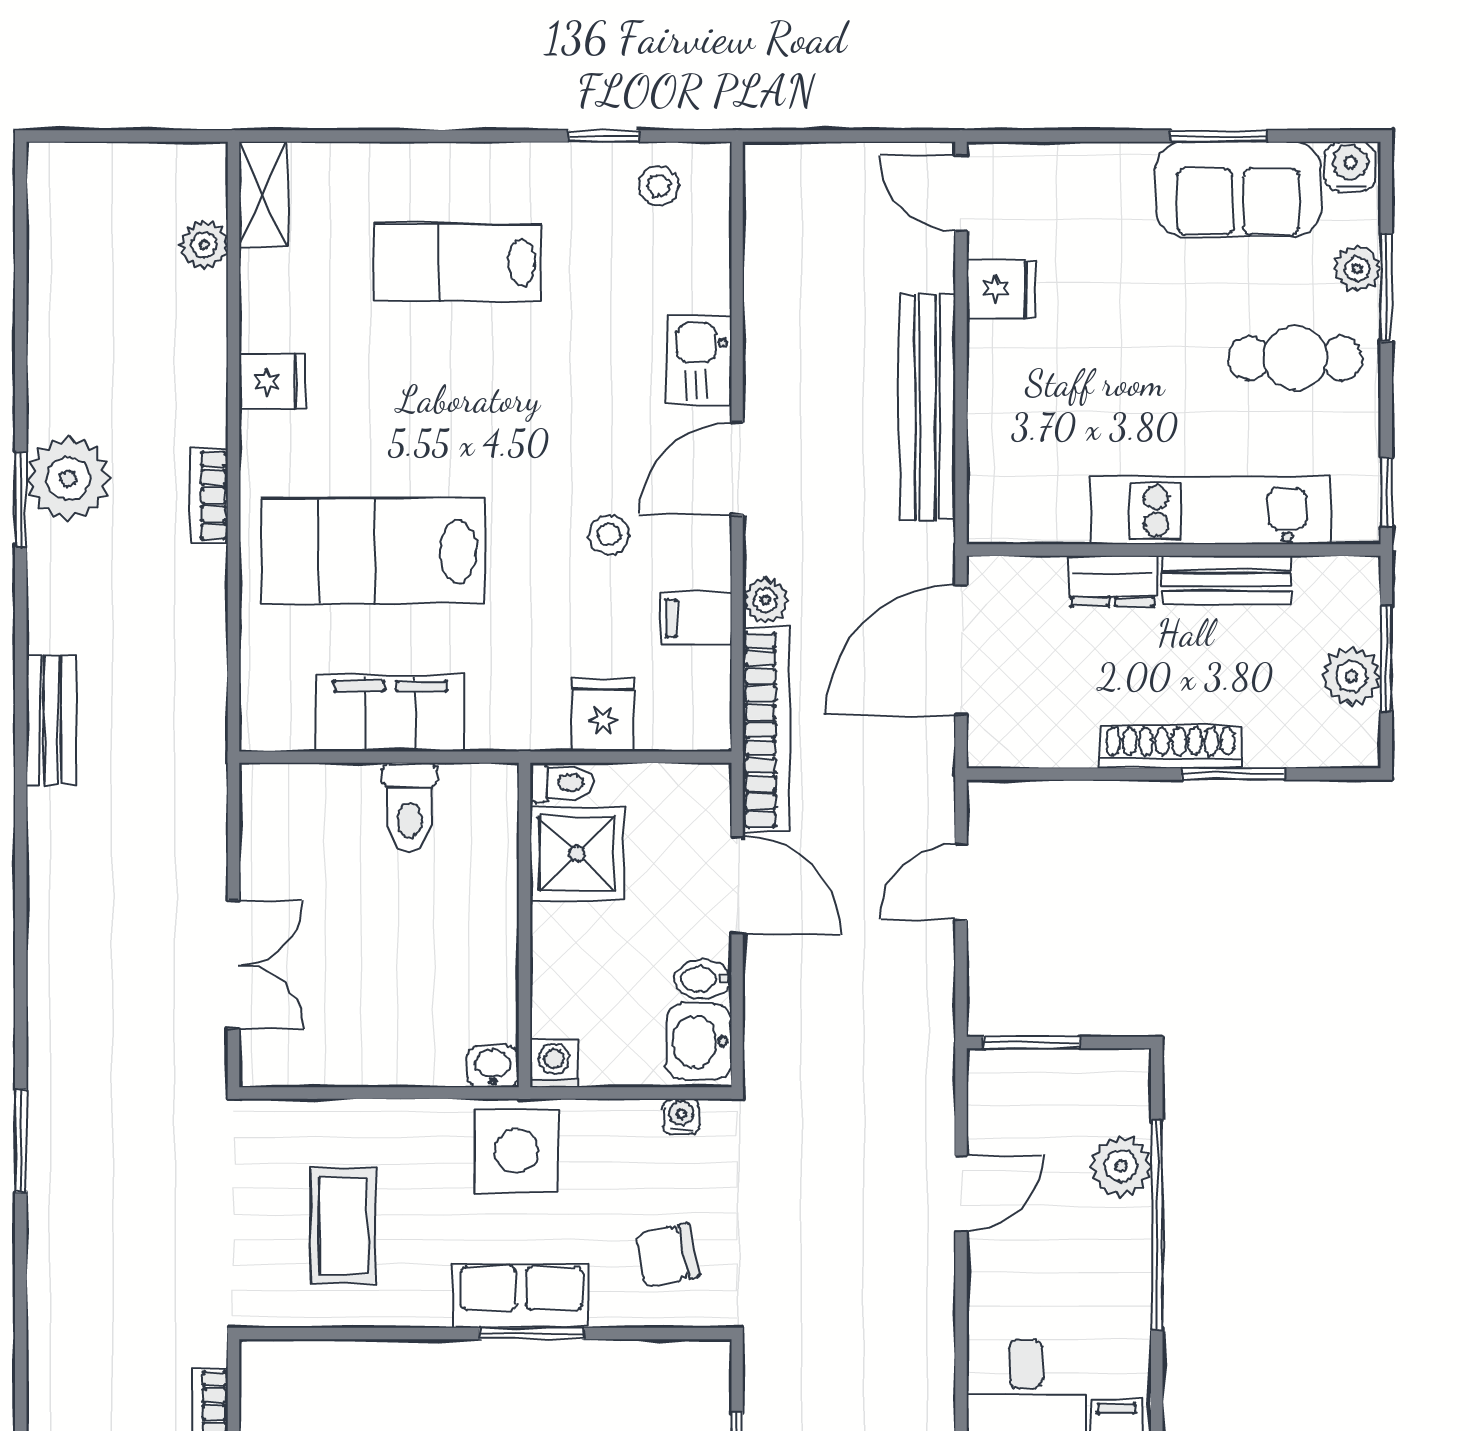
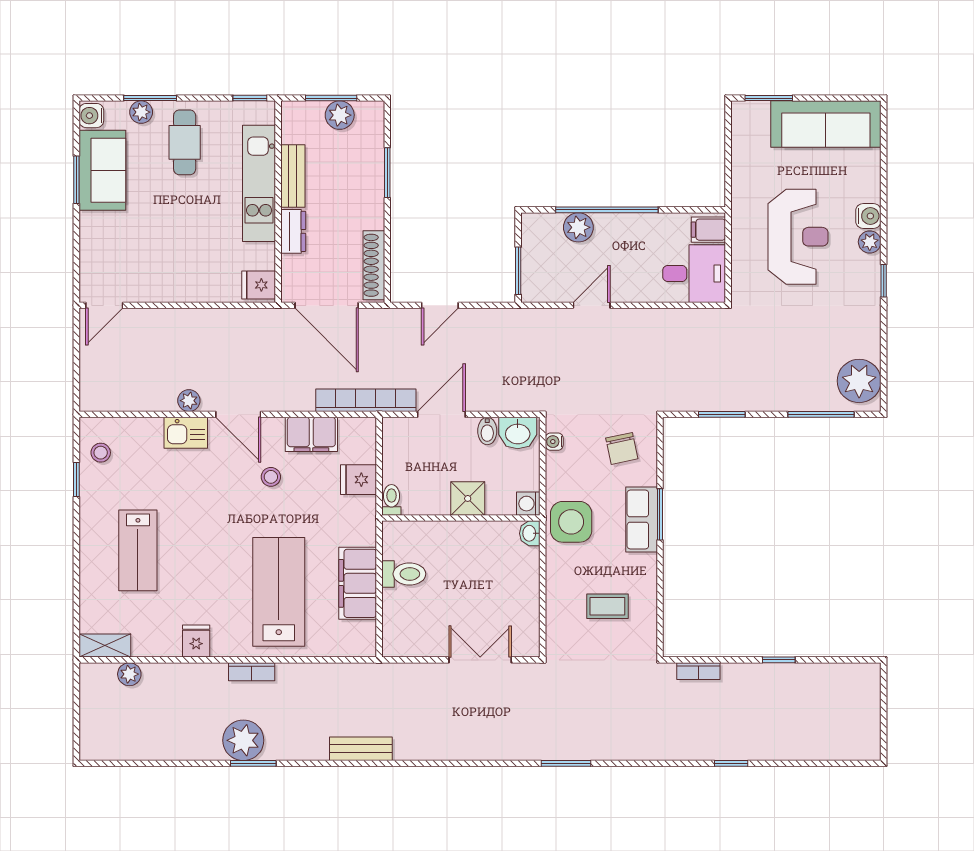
fridge: (1001, 289) -> (259, 285), moved, turned -90
bench: (927, 407) -> (208, 322), removed
lab bench: (373, 551) -> (279, 592), turned 180
plant: (765, 600) -> (189, 401), moved
filing cabinet: (696, 618) -> (311, 434), width x2.00
shoe rack: (1170, 746) -> (374, 265), moved
shower: (577, 854) -> (468, 498), moved, width x0.73, depth x0.73
door: (961, 882) -> (440, 305), hinge flipped
door: (961, 1193) -> (592, 305), hinge flipped
coffee table: (343, 1226) -> (607, 606), width x0.73, depth x0.77

